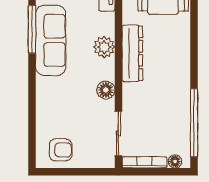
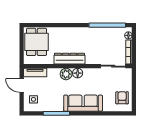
sofa: (51, 40) -> (83, 103), moved
floor lamp: (106, 90) -> (78, 73), moved

